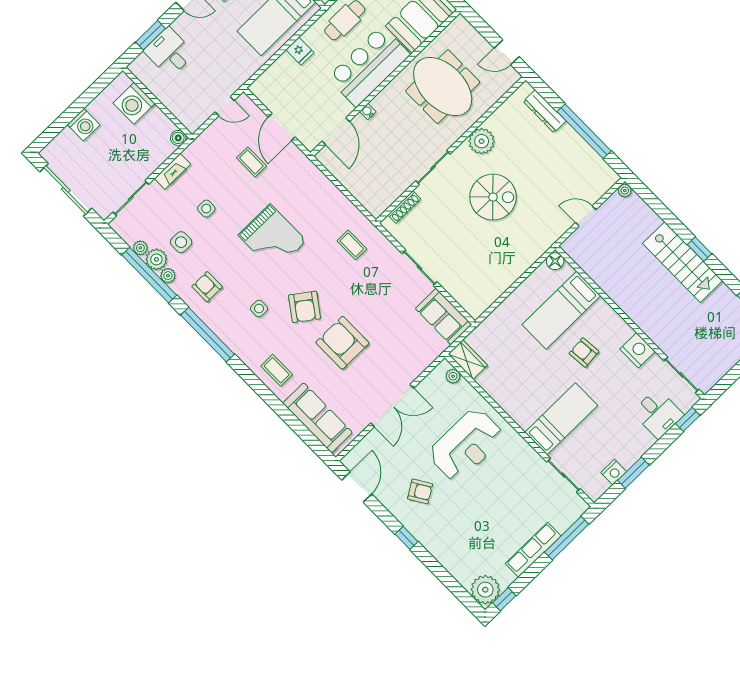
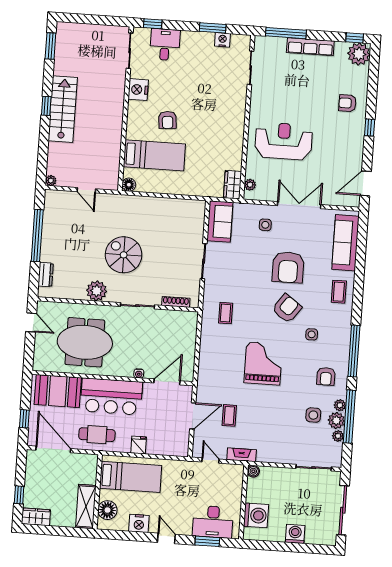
desk: (169, 52) -> (213, 522), width x1.37
meeting table: (443, 87) -> (85, 342), turned 90
dresser: (545, 111) -> (46, 275), width x0.70
fireplace: (172, 171) -> (242, 455), moved
side table: (206, 209) -> (265, 225), moved
bed: (561, 419) -> (219, 99), removed
armchair: (420, 491) -> (347, 103), moved, turned -58

